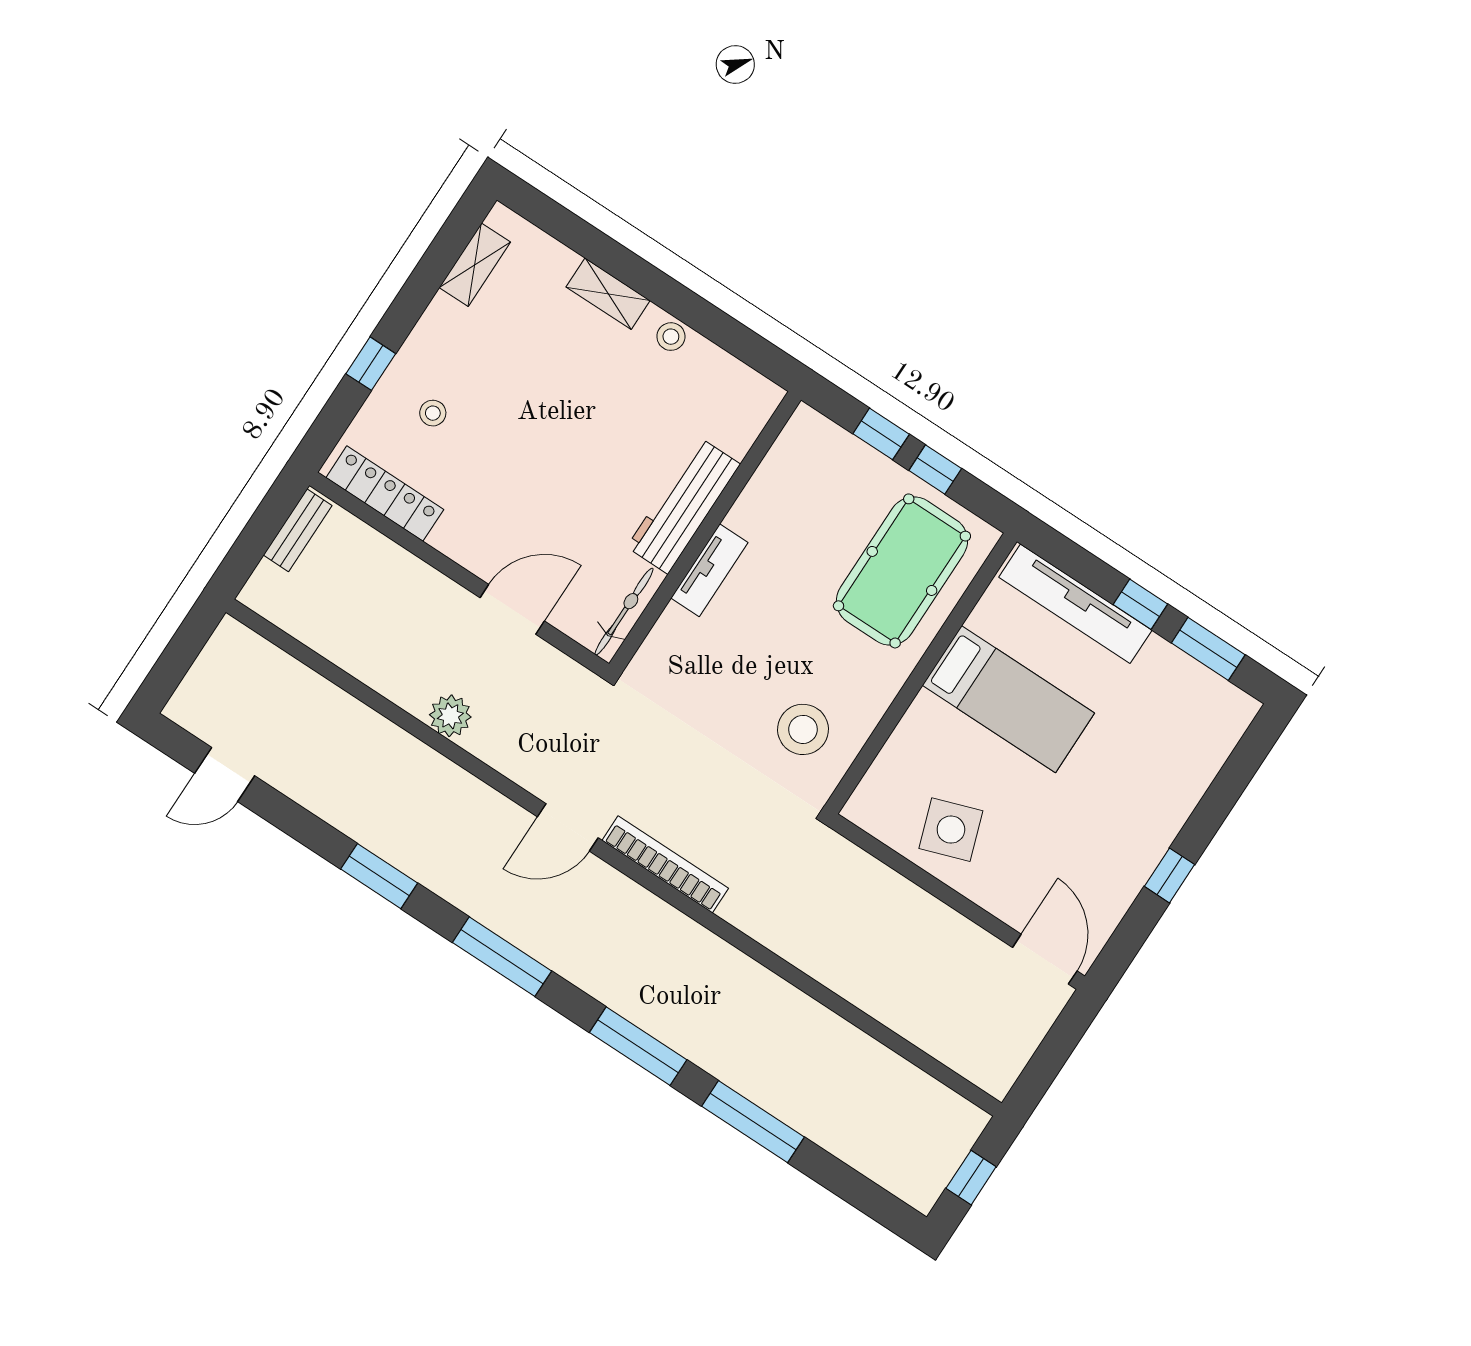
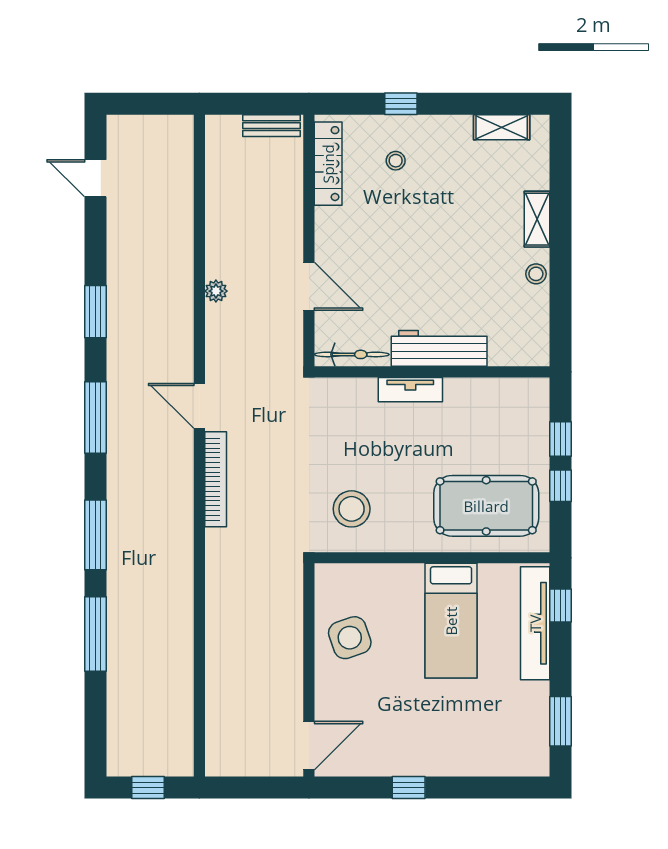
window: (1140, 604) -> (560, 606), moved
plant: (450, 716) -> (216, 291), width x0.73, depth x0.73

